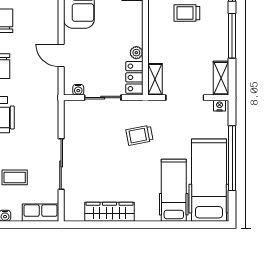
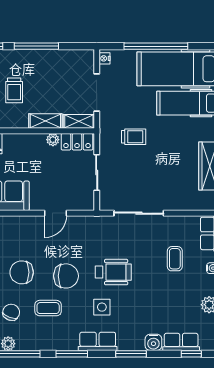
shelving: (221, 78) -> (45, 121), moved
water cooler: (78, 90) -> (89, 197), removed
trolley: (139, 135) -> (134, 137), turned -79
sliding door: (61, 164) -> (139, 213), moved

